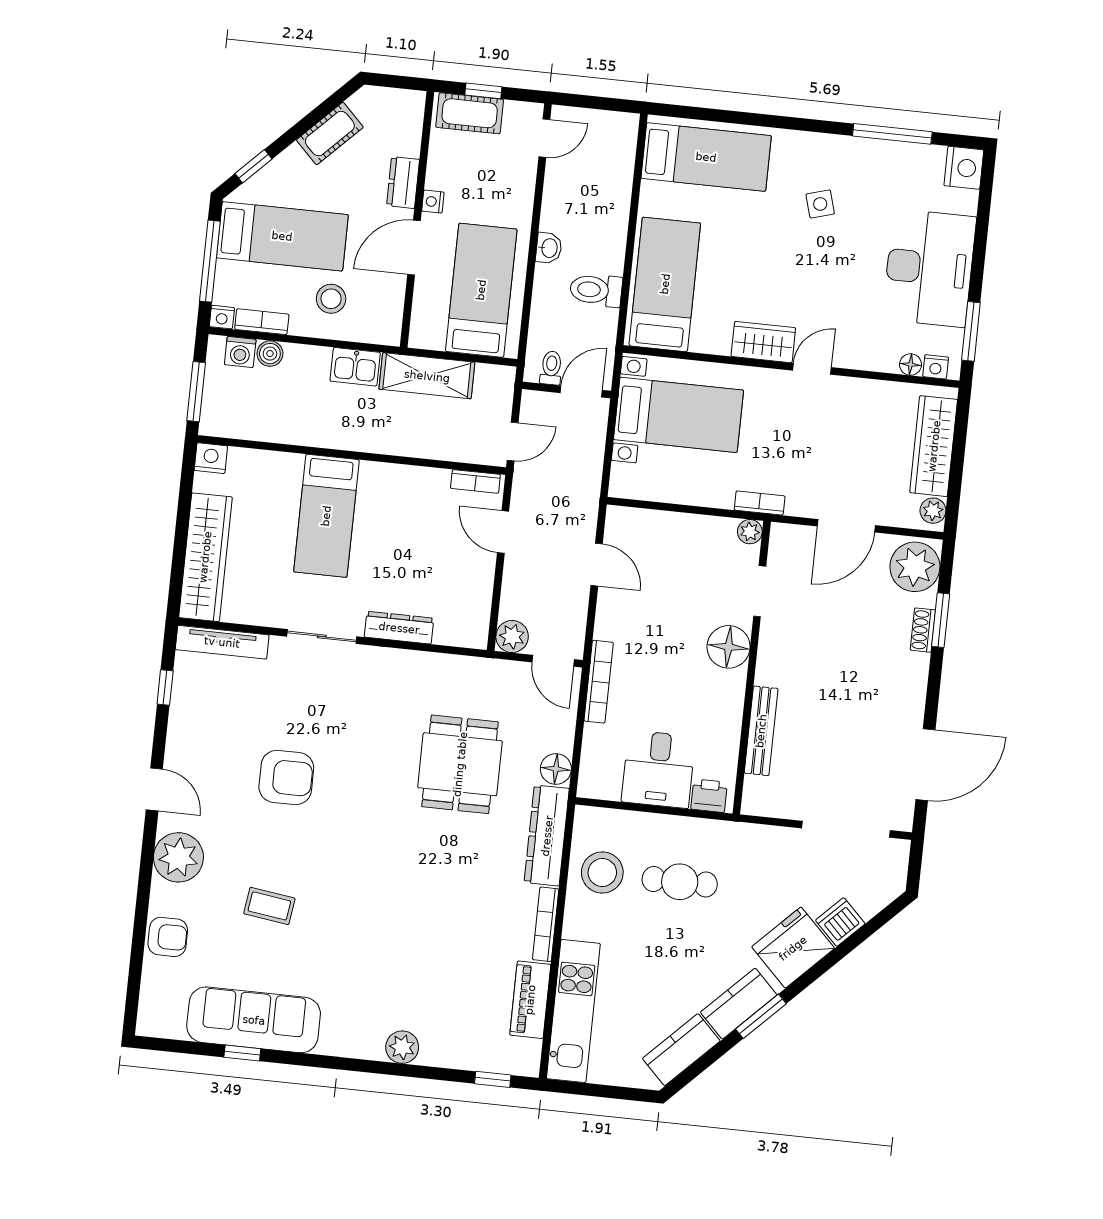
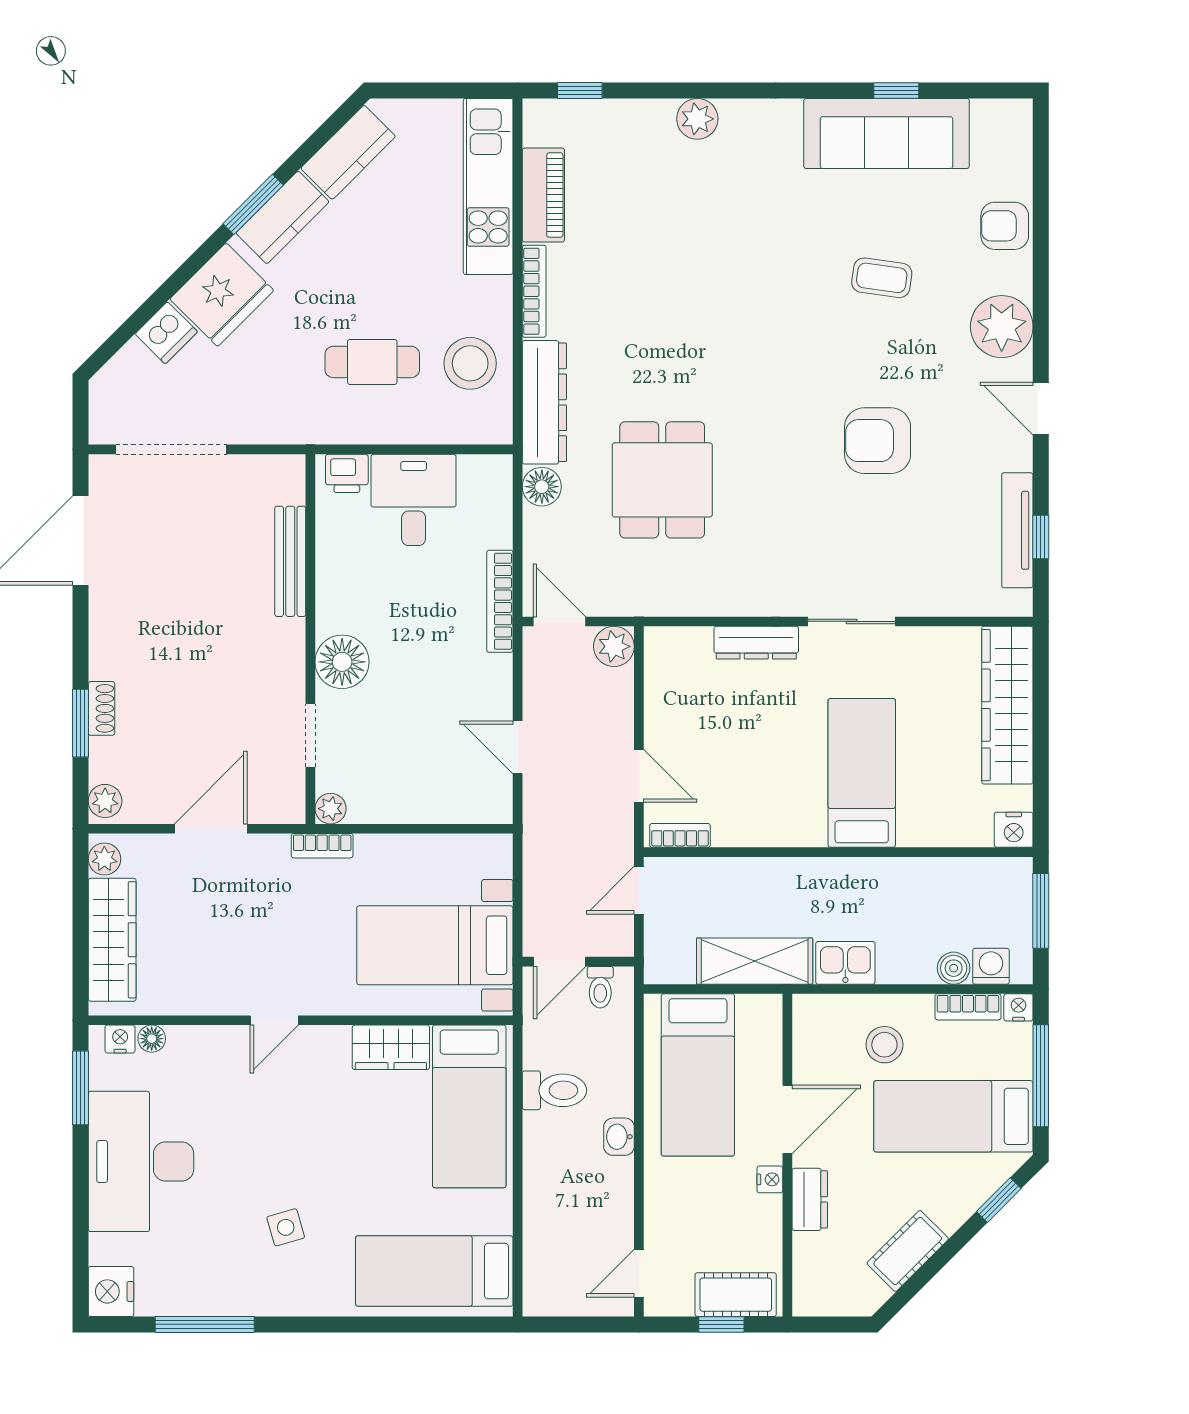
wardrobe: (763, 342) -> (391, 1047), moved
plant: (915, 567) -> (105, 801), width x0.53, depth x0.53
tv unit: (222, 642) -> (1017, 530), moved, turned -90

